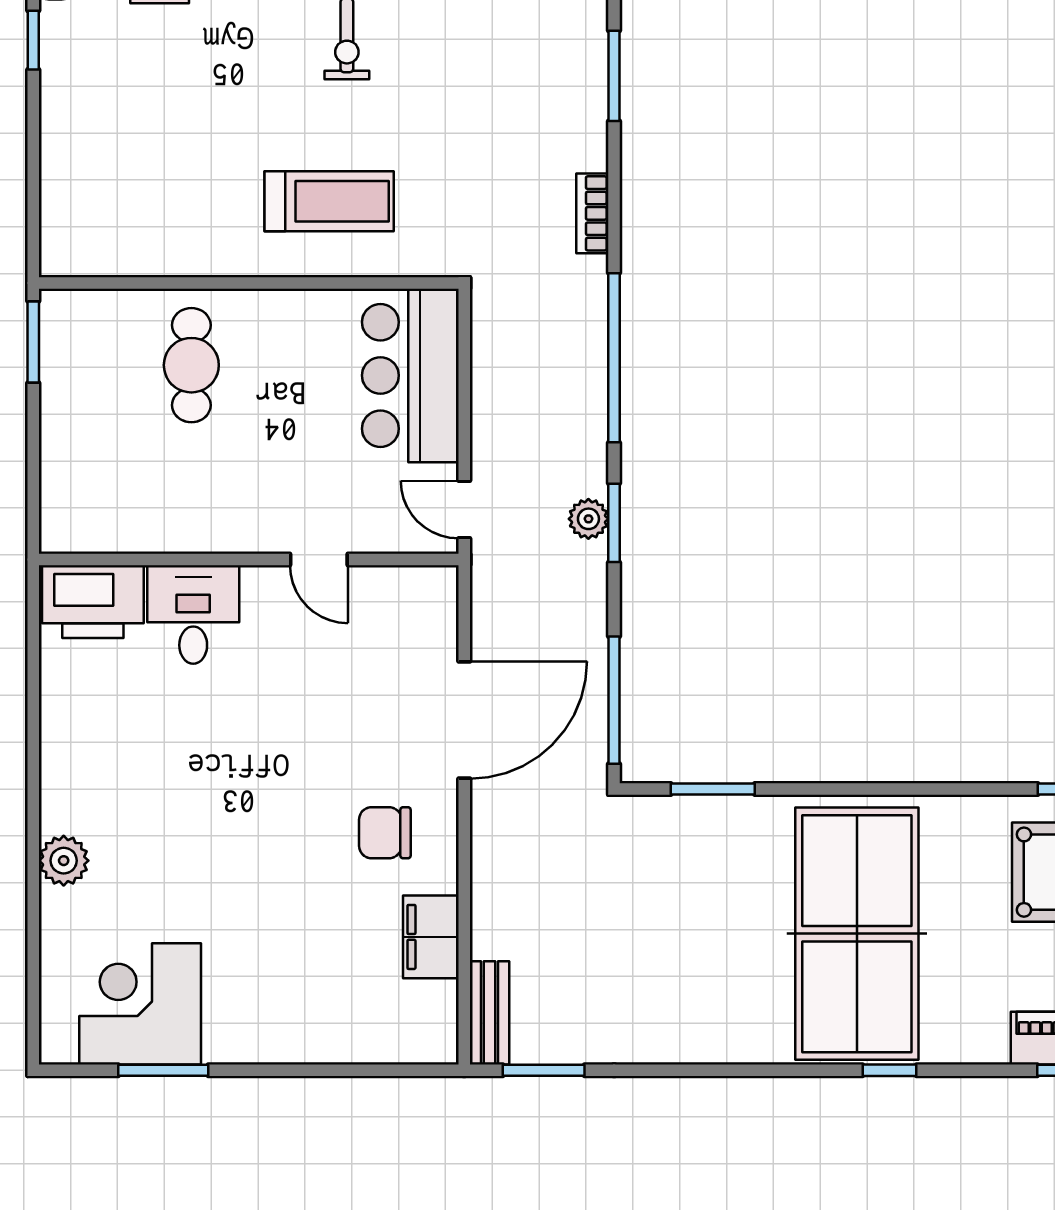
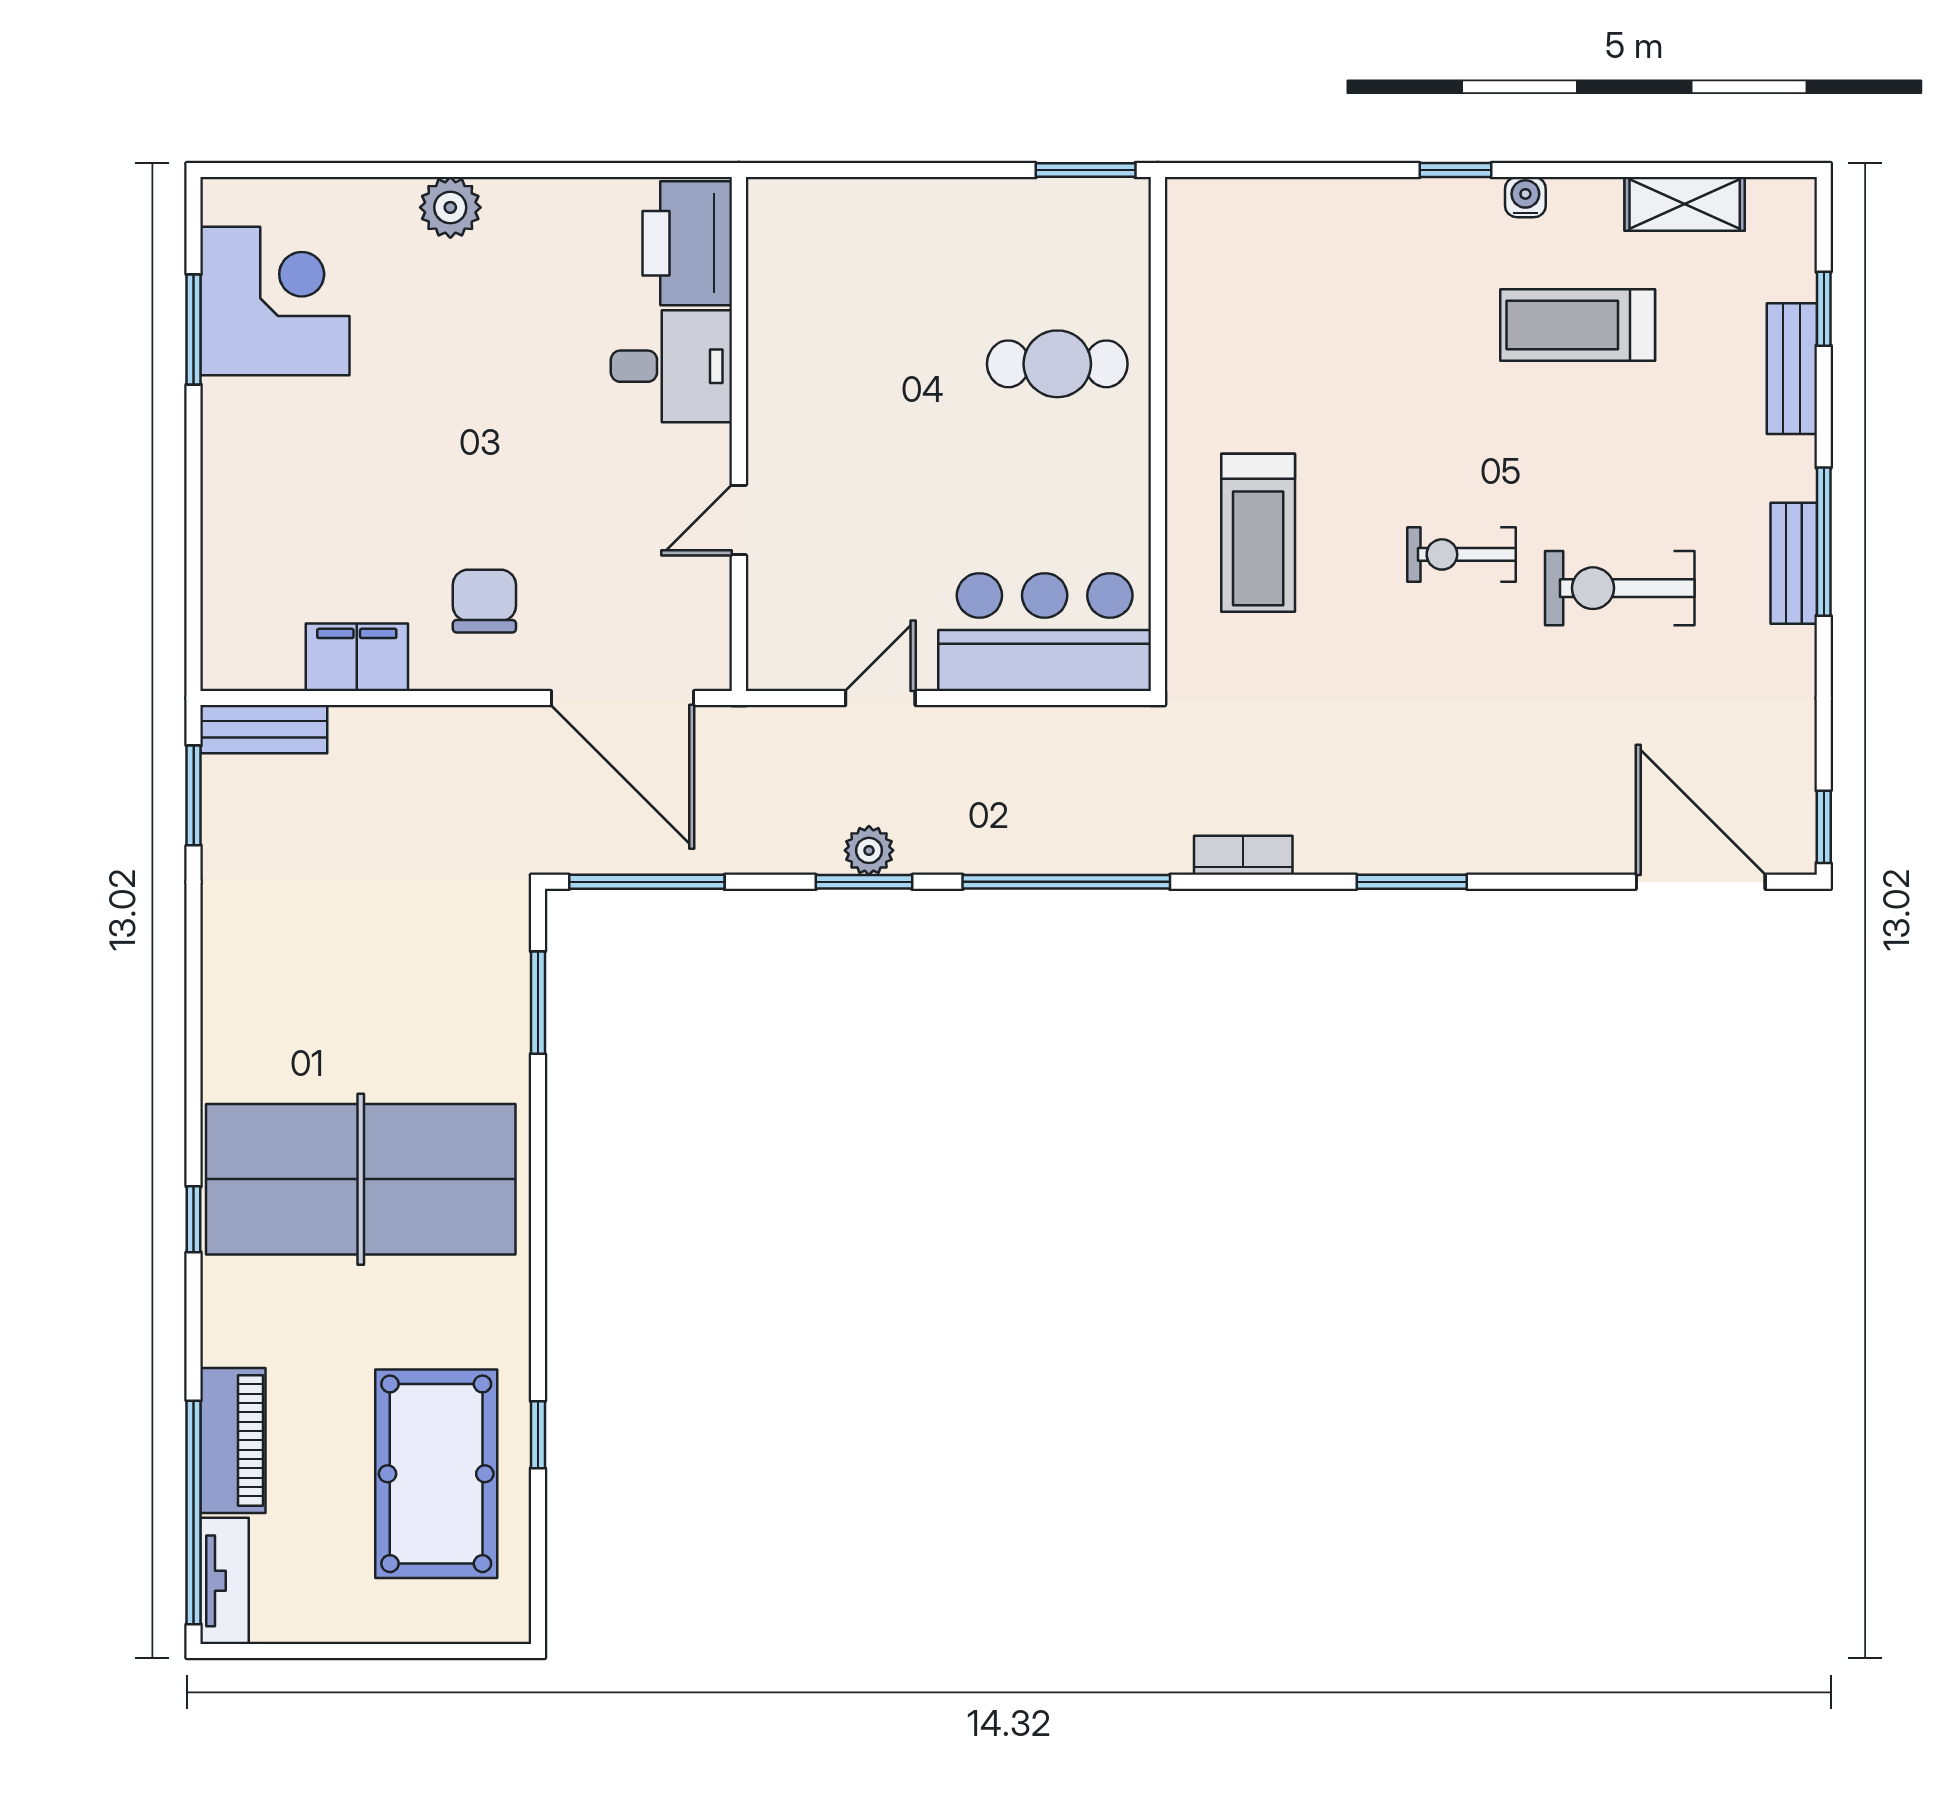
wall: (249, 559) -> (739, 434), moved
door: (319, 559) -> (739, 520), moved
printer: (93, 602) -> (687, 243), moved
desk: (193, 614) -> (671, 366), moved

